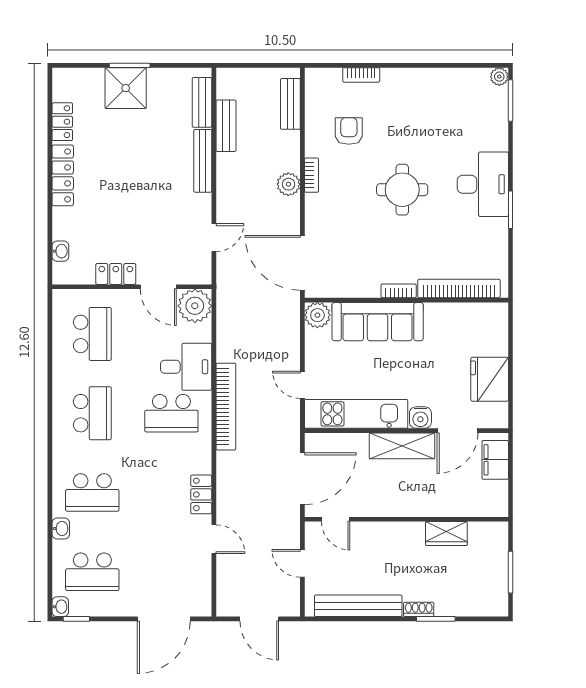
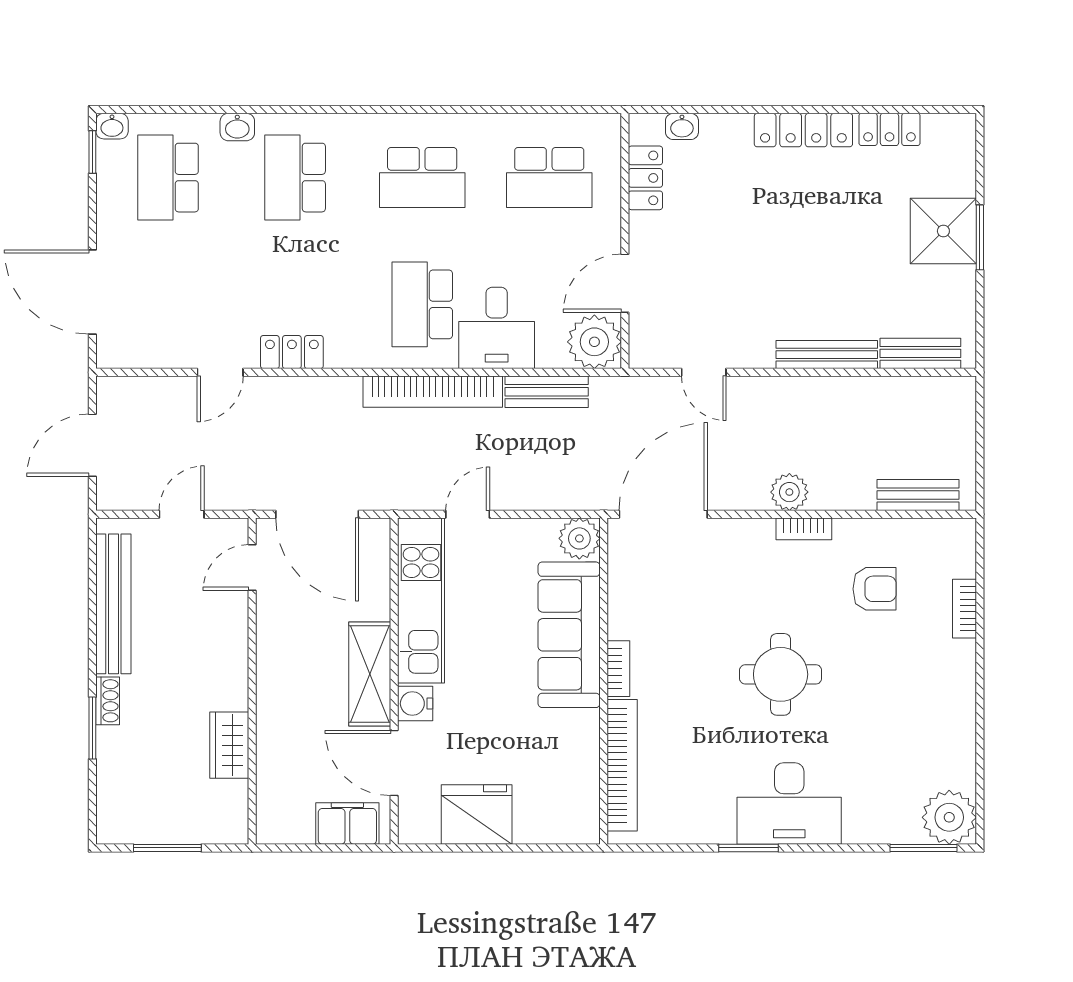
plant: (499, 77) -> (949, 817), width x1.88, depth x1.88
bench: (226, 126) -> (547, 392), moved
locker: (116, 274) -> (645, 178), moved

